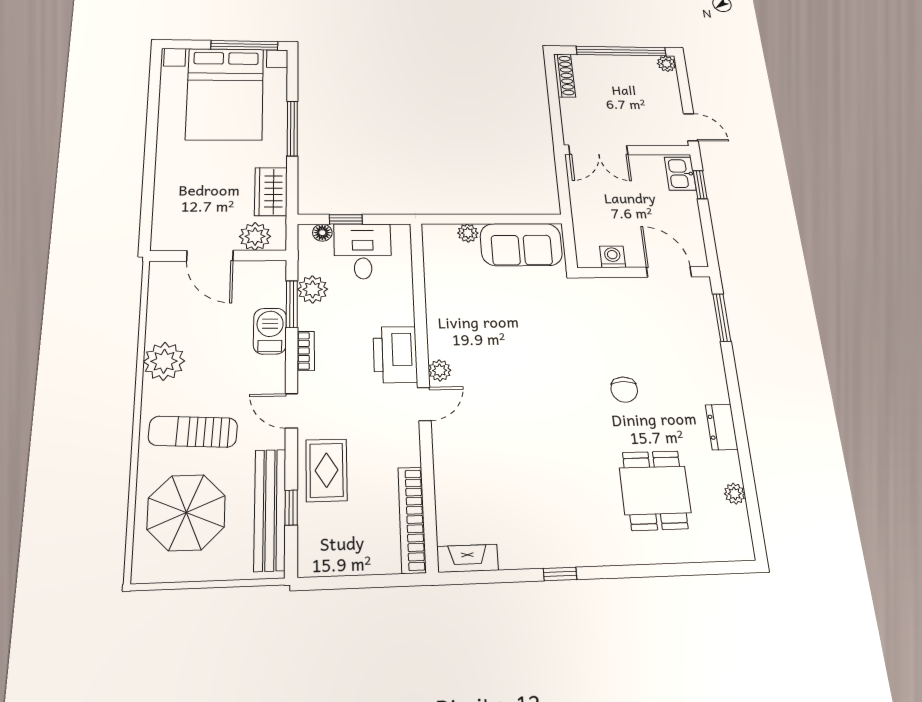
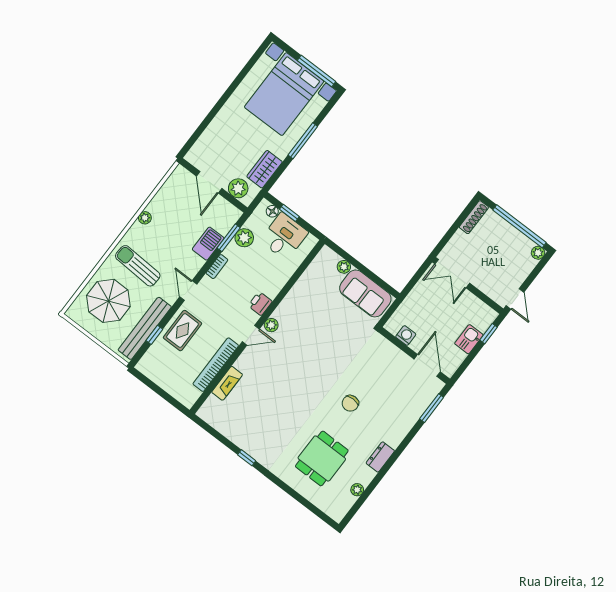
kitchen sink: (680, 174) -> (469, 339), moved
printer: (395, 355) -> (260, 304), width x0.53, depth x0.68
plant: (164, 361) -> (145, 218), width x0.53, depth x0.53
bookcase: (412, 520) -> (216, 365), moved
fireplace: (468, 558) -> (227, 383), moved, turned 90

